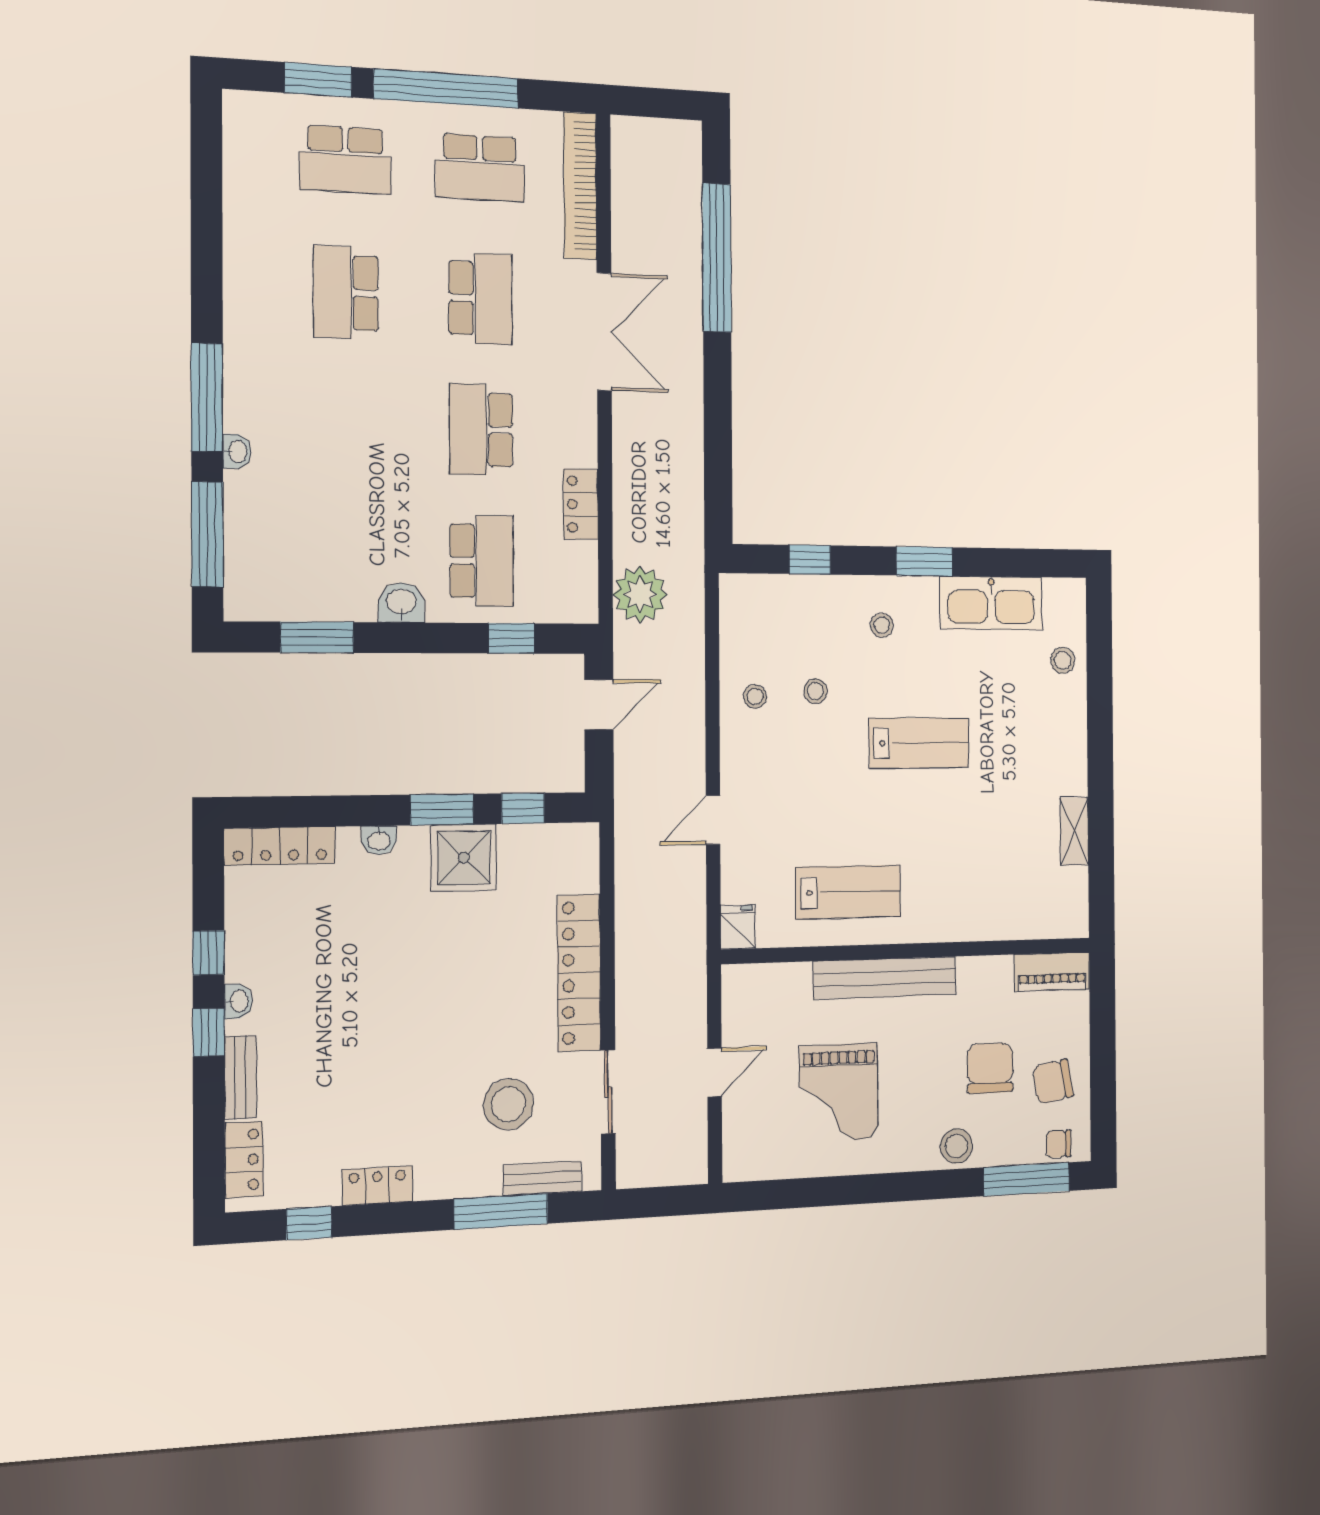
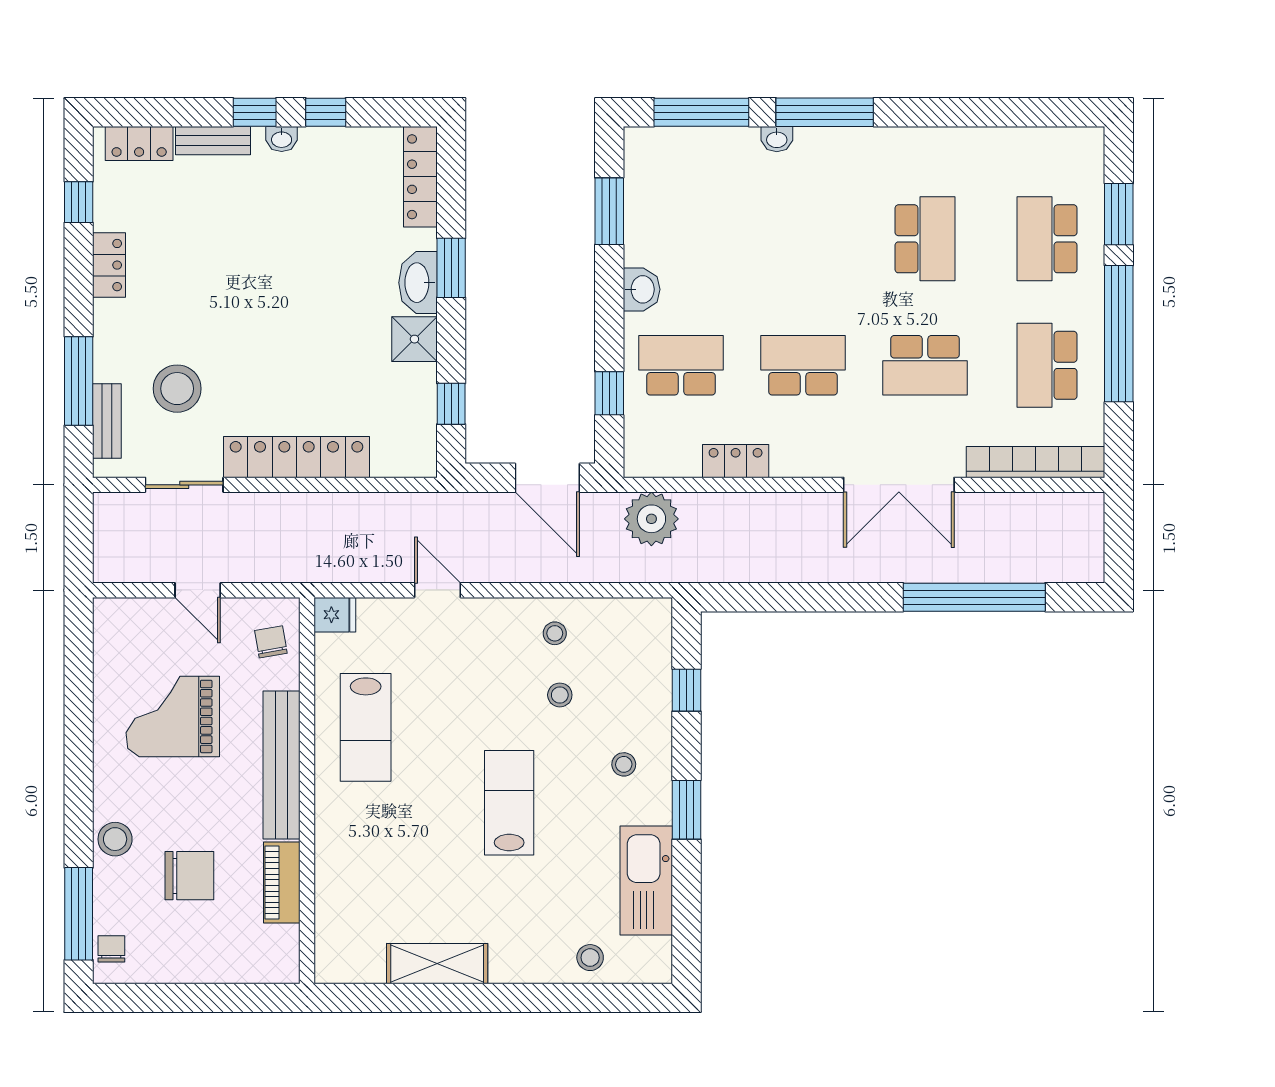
school desk: (346, 293) -> (925, 239), turned 90
school desk: (482, 561) -> (681, 365), turned 180
door: (599, 705) -> (547, 478), width x1.38
lab bench: (919, 743) -> (509, 803), turned 180
window: (442, 809) -> (451, 268), moved
shelving: (1074, 831) -> (437, 964), width x1.50, depth x1.33
washbasin: (379, 840) -> (418, 283), width x1.91, depth x1.45
shower: (464, 858) -> (414, 339), width x0.73, depth x0.73
piano: (1052, 972) -> (282, 883), moved
chair: (1053, 1082) -> (271, 642), moved, width x0.73, depth x0.73

